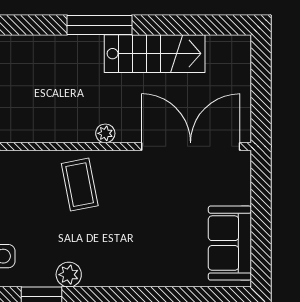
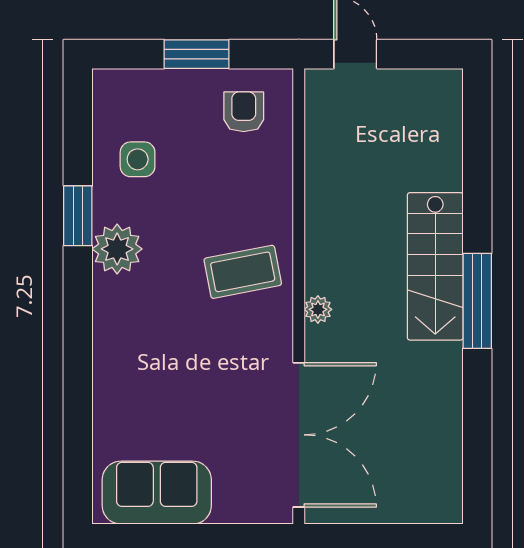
stairs: (155, 54) -> (435, 266), moved
plant: (69, 275) -> (117, 249), width x1.36, depth x1.36

